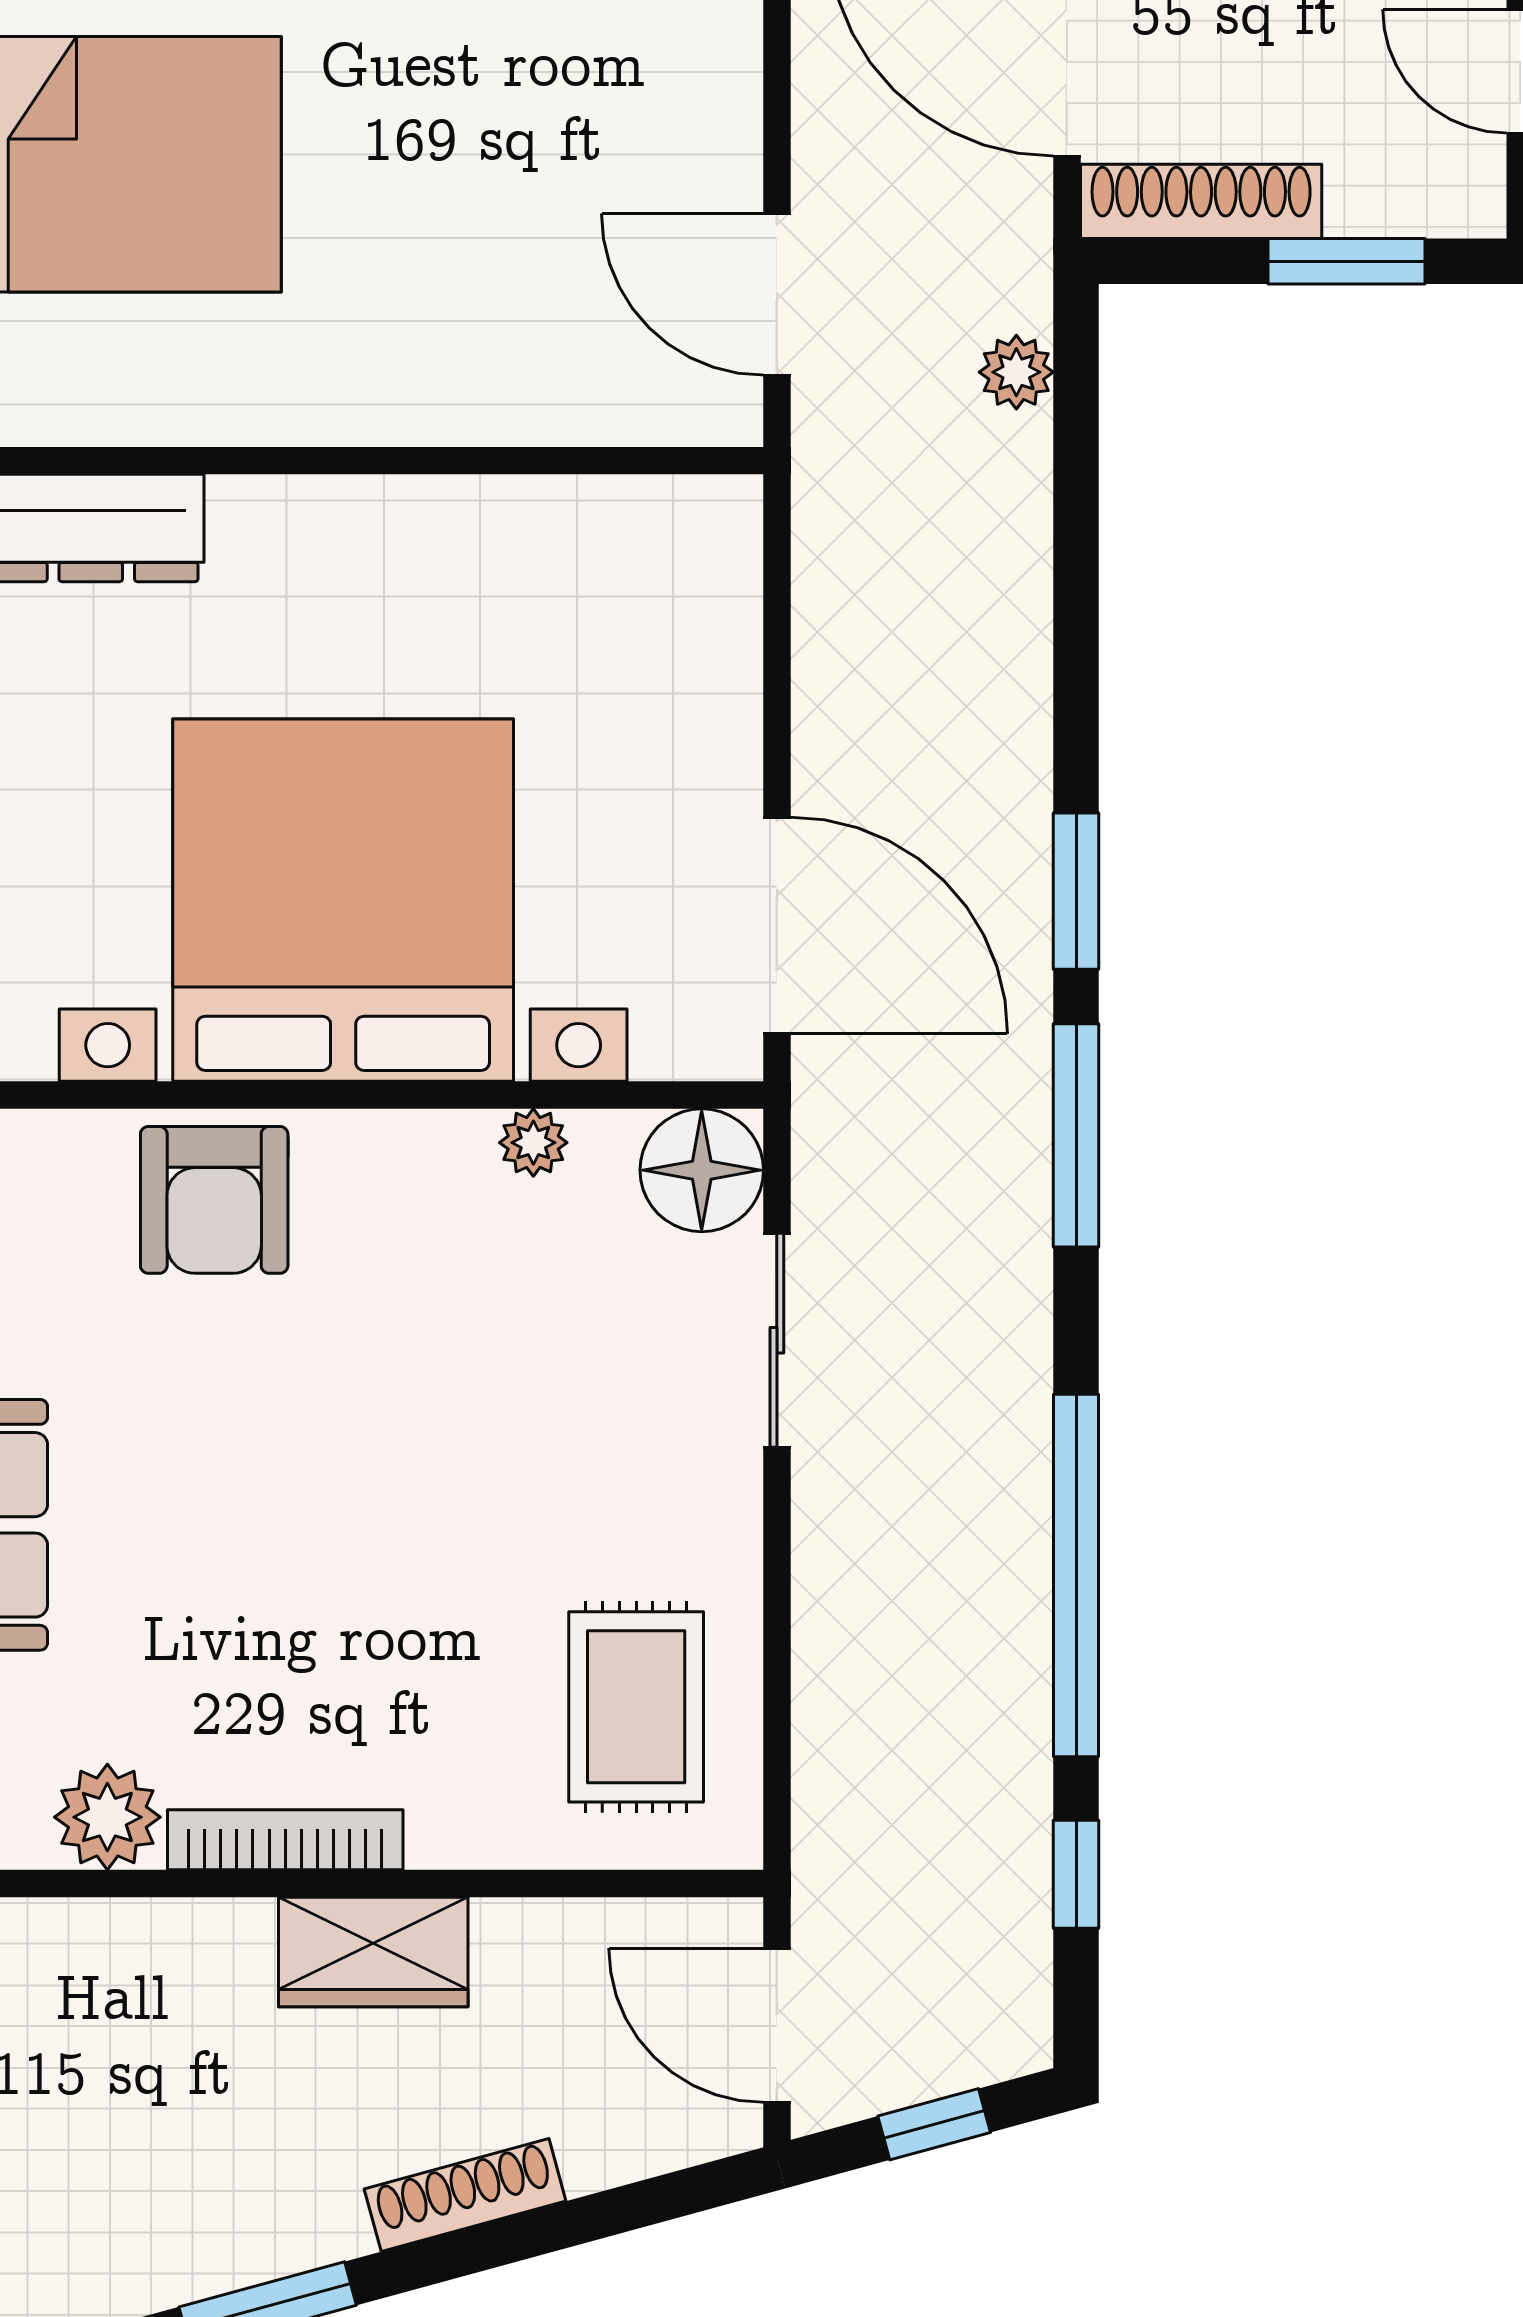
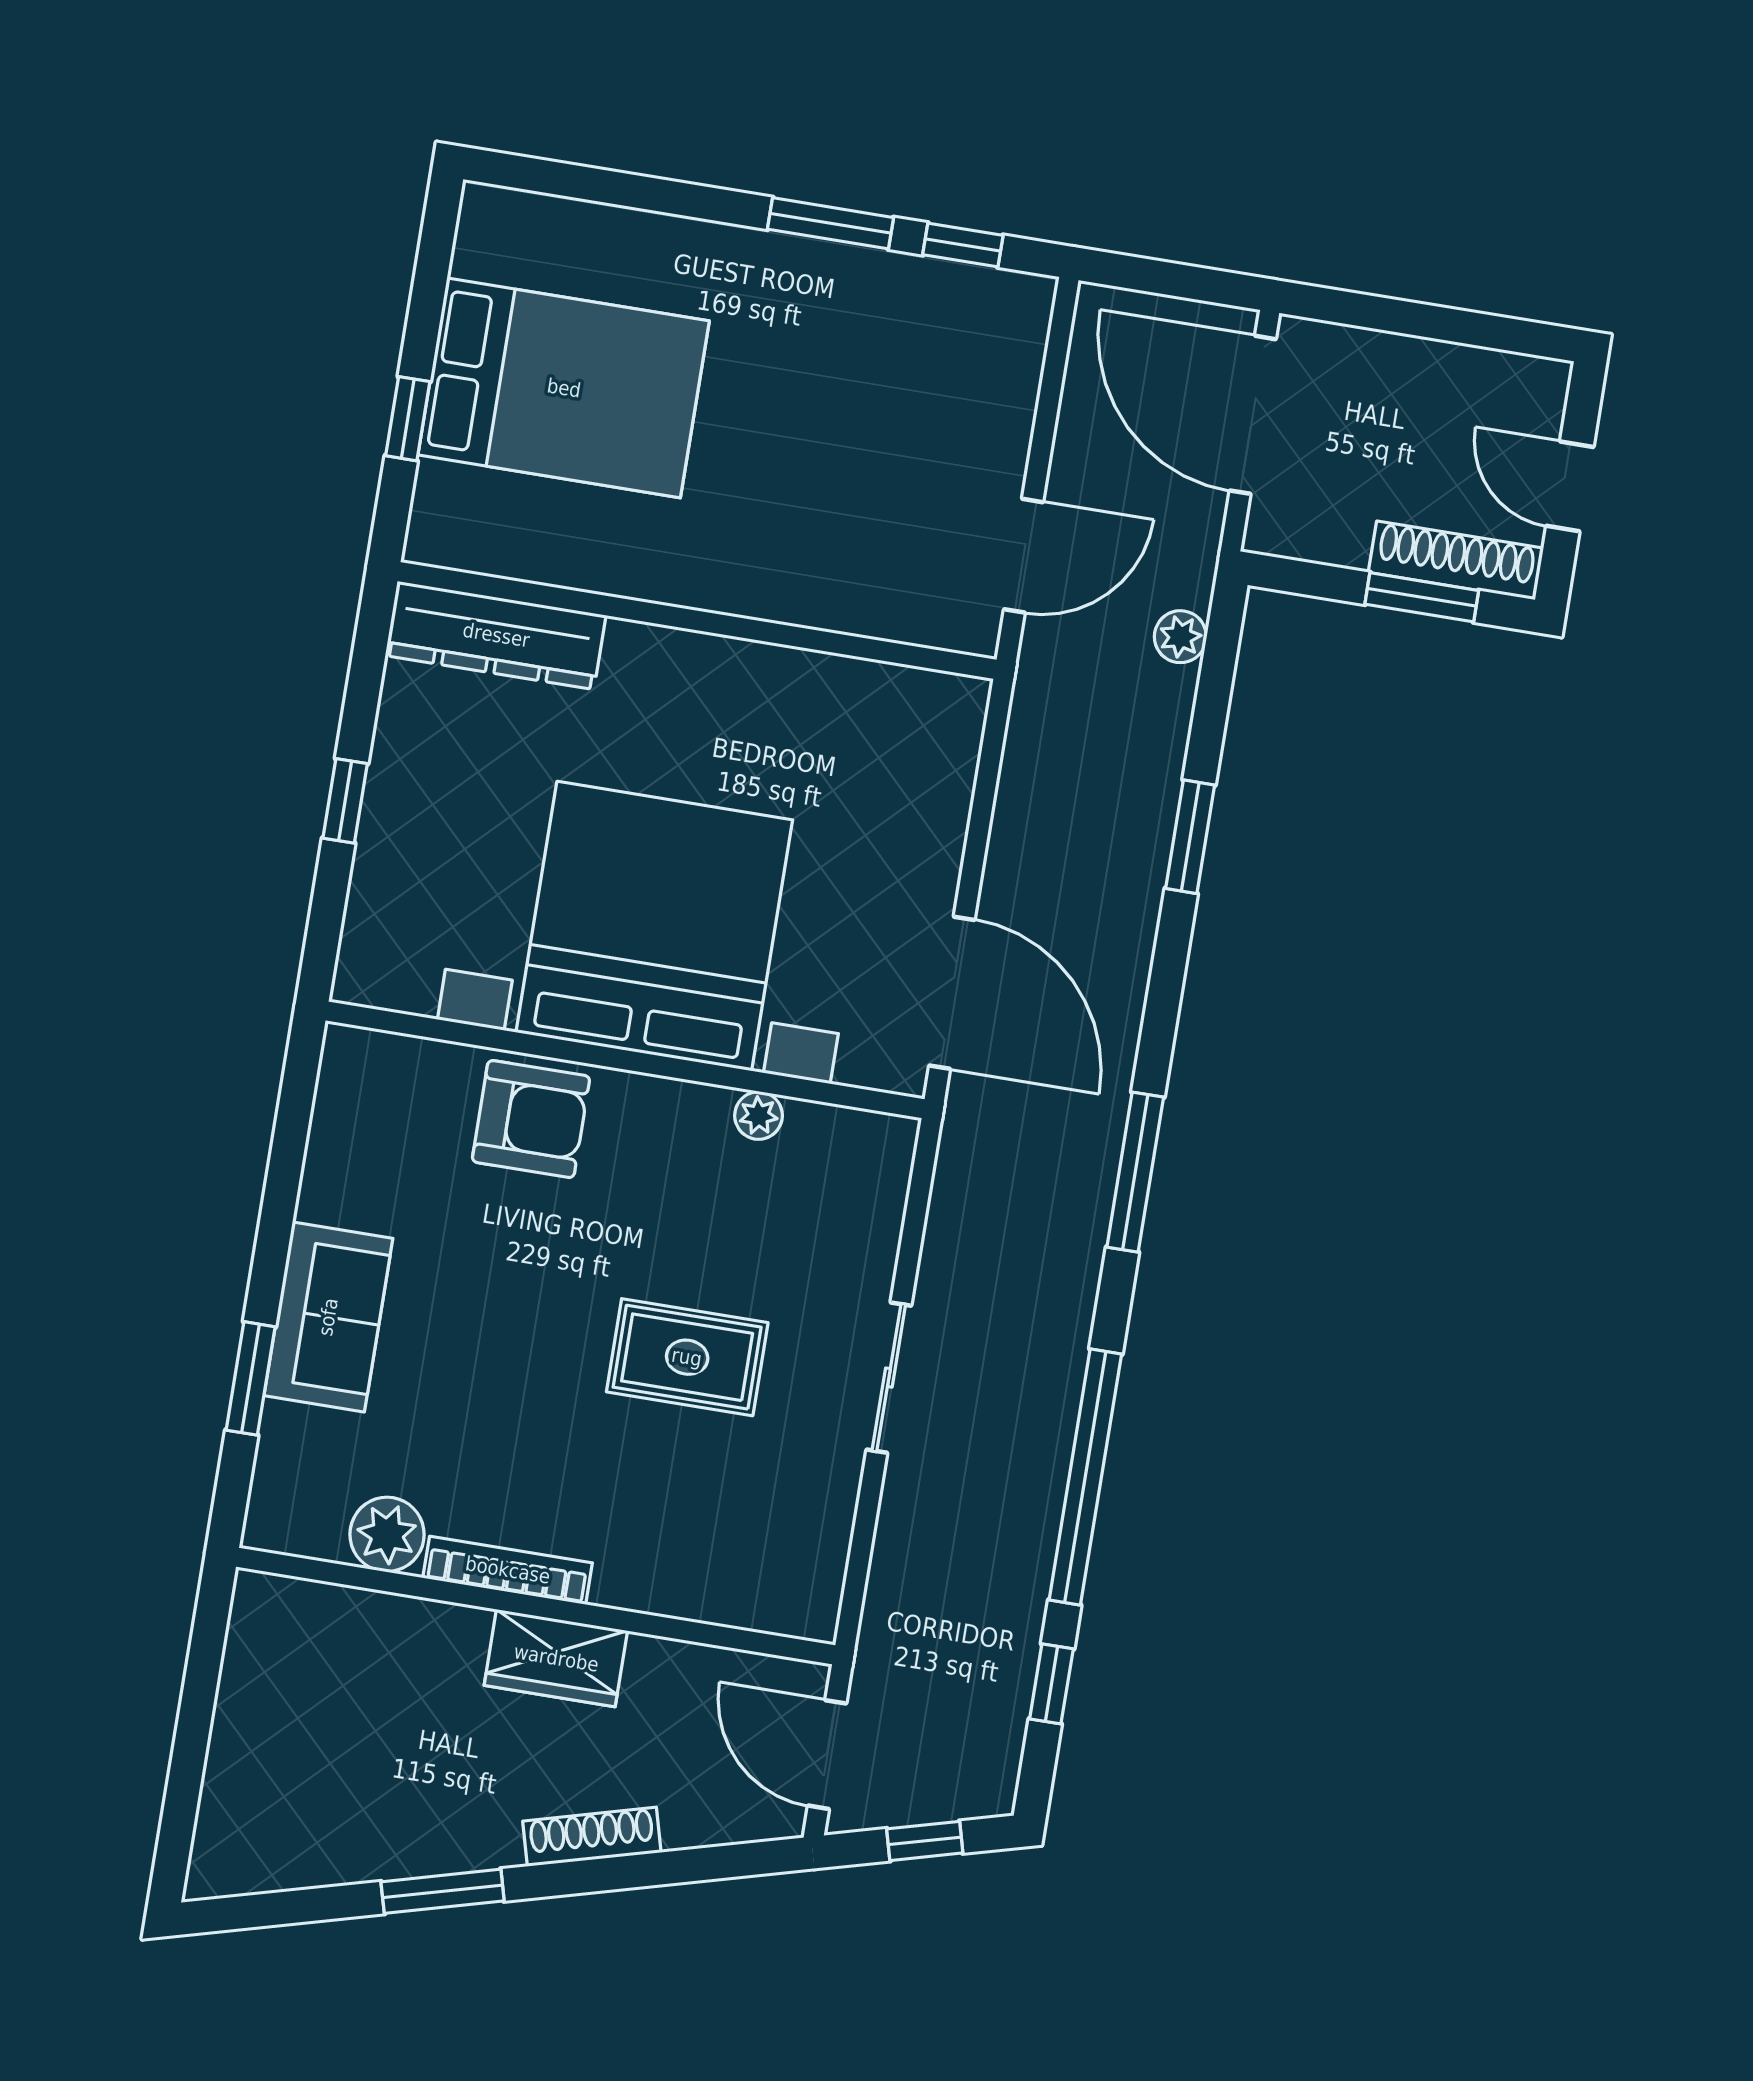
shoe rack: (1201, 201) -> (1456, 560), moved
door: (777, 294) -> (1023, 556), swing flipped
window: (1076, 891) -> (1190, 837), moved
floor lamp: (702, 1170) -> (872, 1154), removed
armchair: (214, 1200) -> (531, 1119), turned -90
sliding door: (777, 1340) -> (889, 1378), moved
rug: (636, 1707) -> (687, 1357), moved, turned 90

